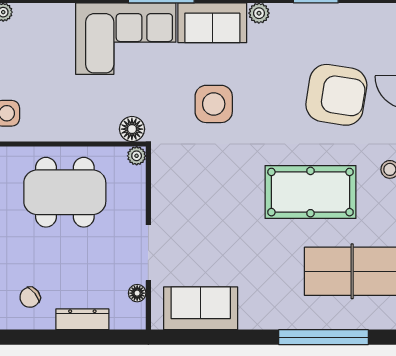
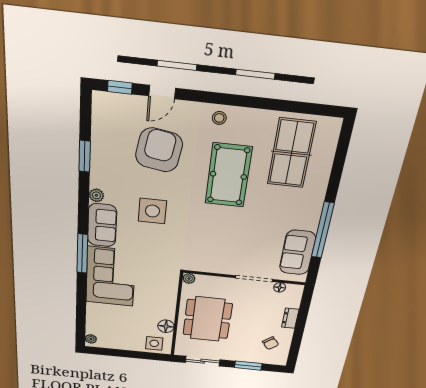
side table: (214, 104) -> (152, 211), moved
floor lamp: (132, 129) -> (166, 326), moved
dresser: (82, 319) -> (290, 318), width x0.70
window: (323, 337) -> (323, 230), moved

